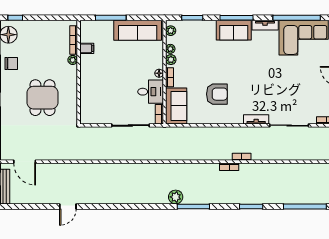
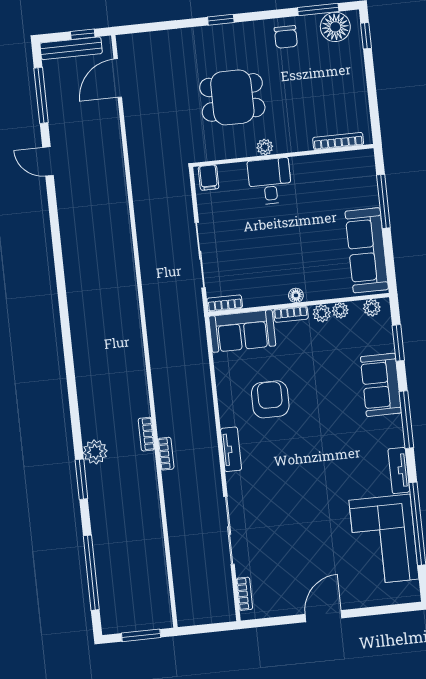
sofa: (234, 30) -> (381, 385), moved
filing cabinet: (87, 48) -> (209, 178), moved
plant: (73, 60) -> (265, 147), moved
desk: (151, 92) -> (270, 181), moved, turned 180
armchair: (217, 94) -> (270, 399), turned 180
tv unit: (256, 119) -> (231, 449), moved
plant: (176, 197) -> (95, 452), moved
window: (193, 206) -> (41, 95), moved

